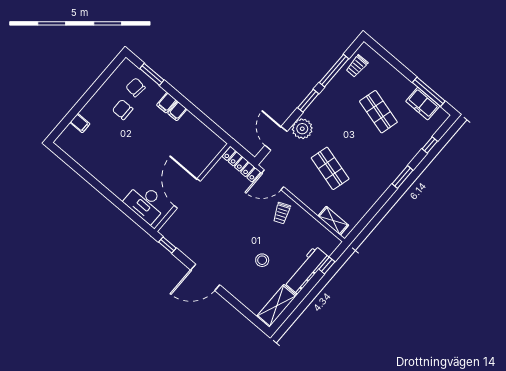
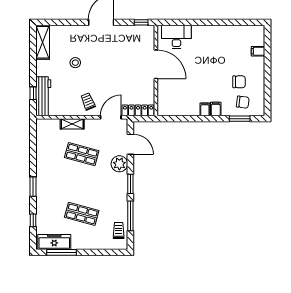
freezer: (423, 104) -> (54, 242), width x1.40
shelving: (333, 221) -> (72, 124), moved
workbench: (306, 270) -> (43, 96), moved

